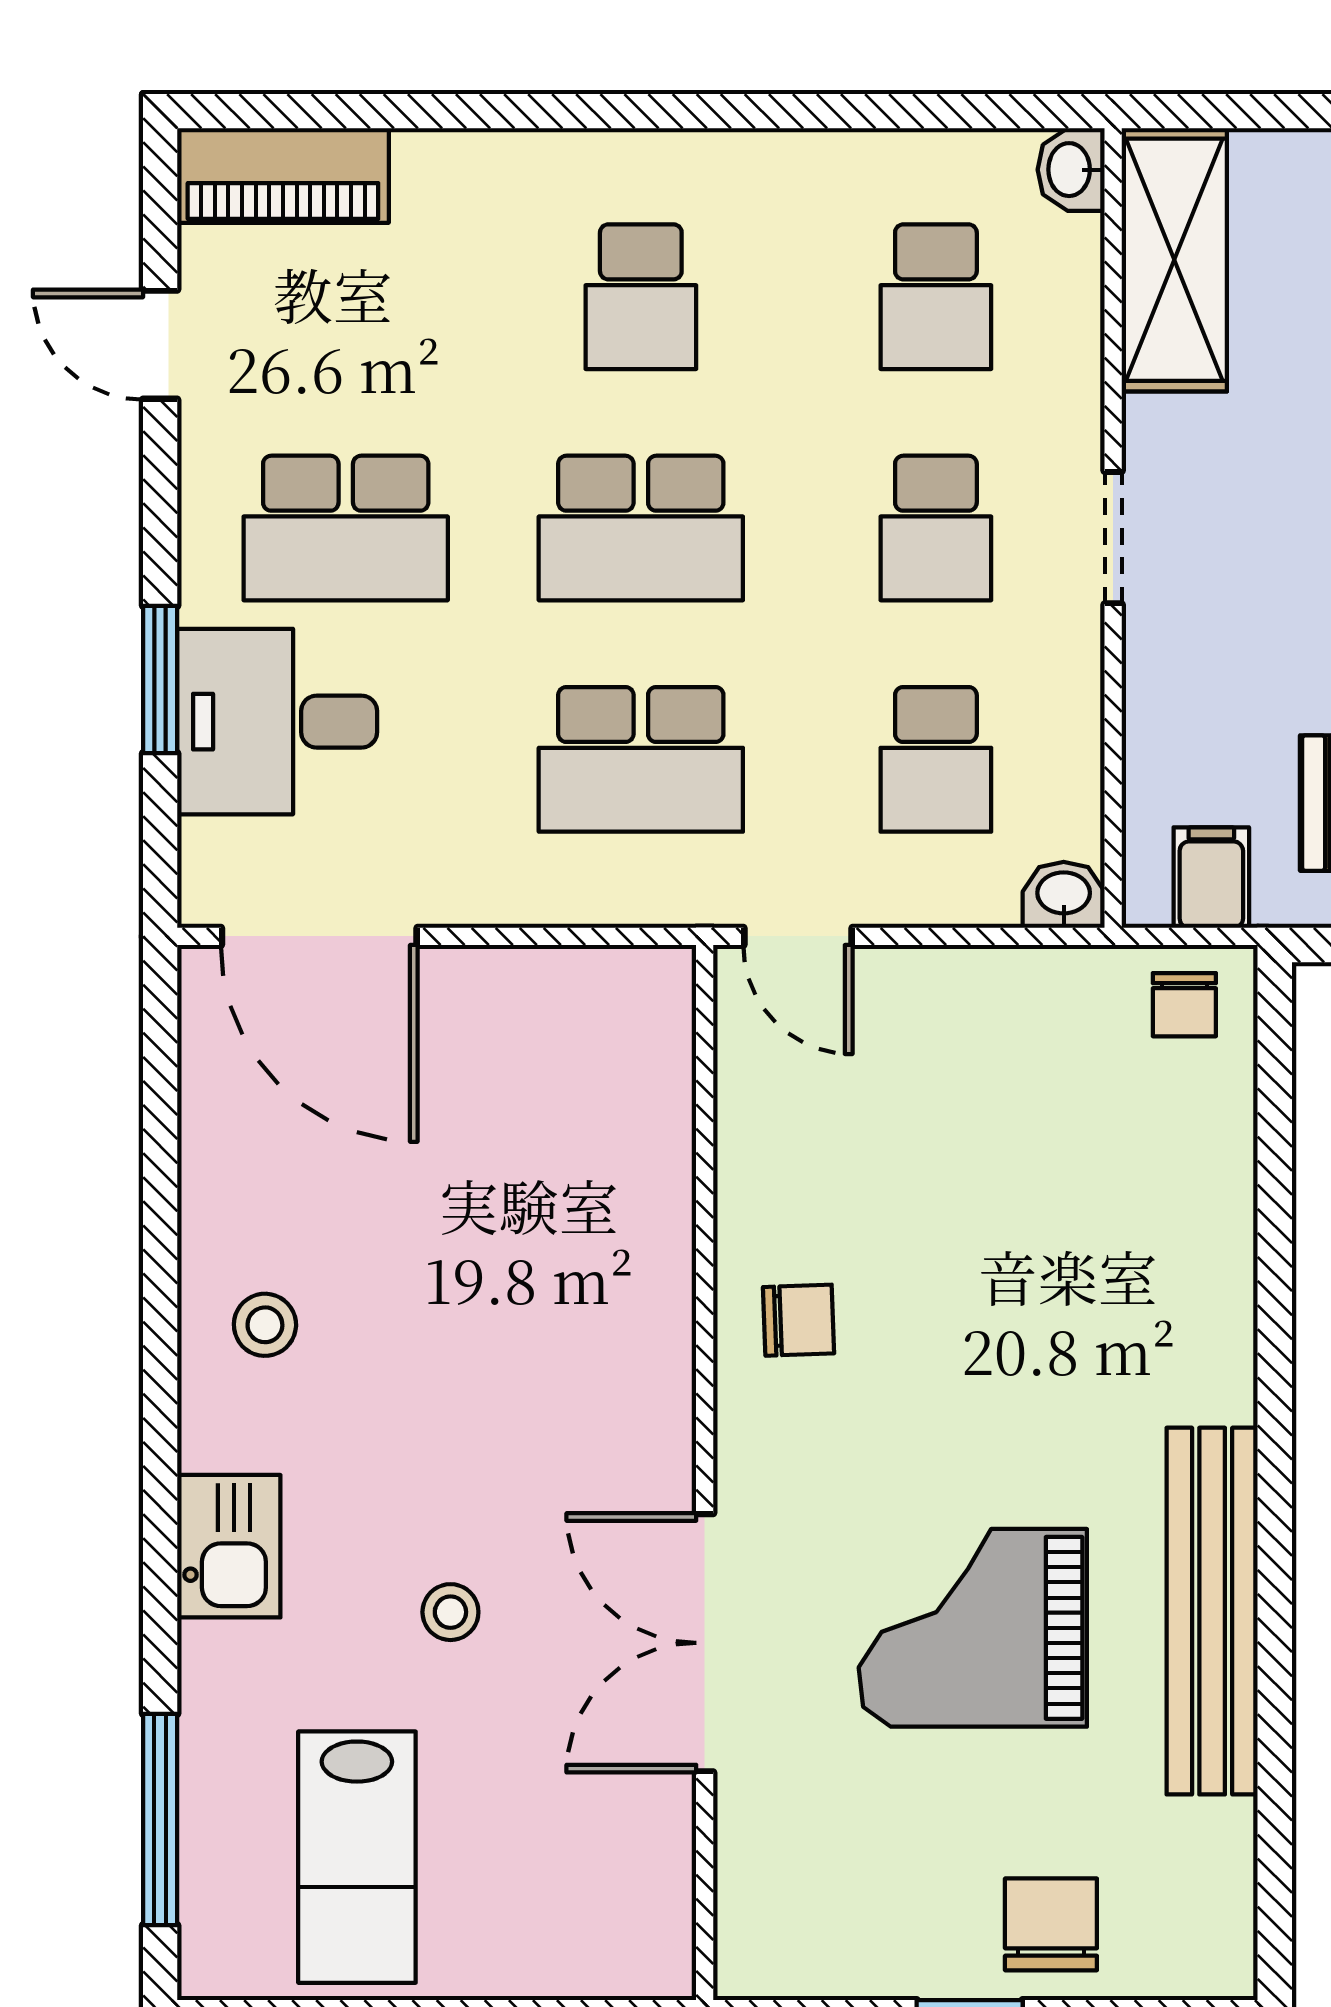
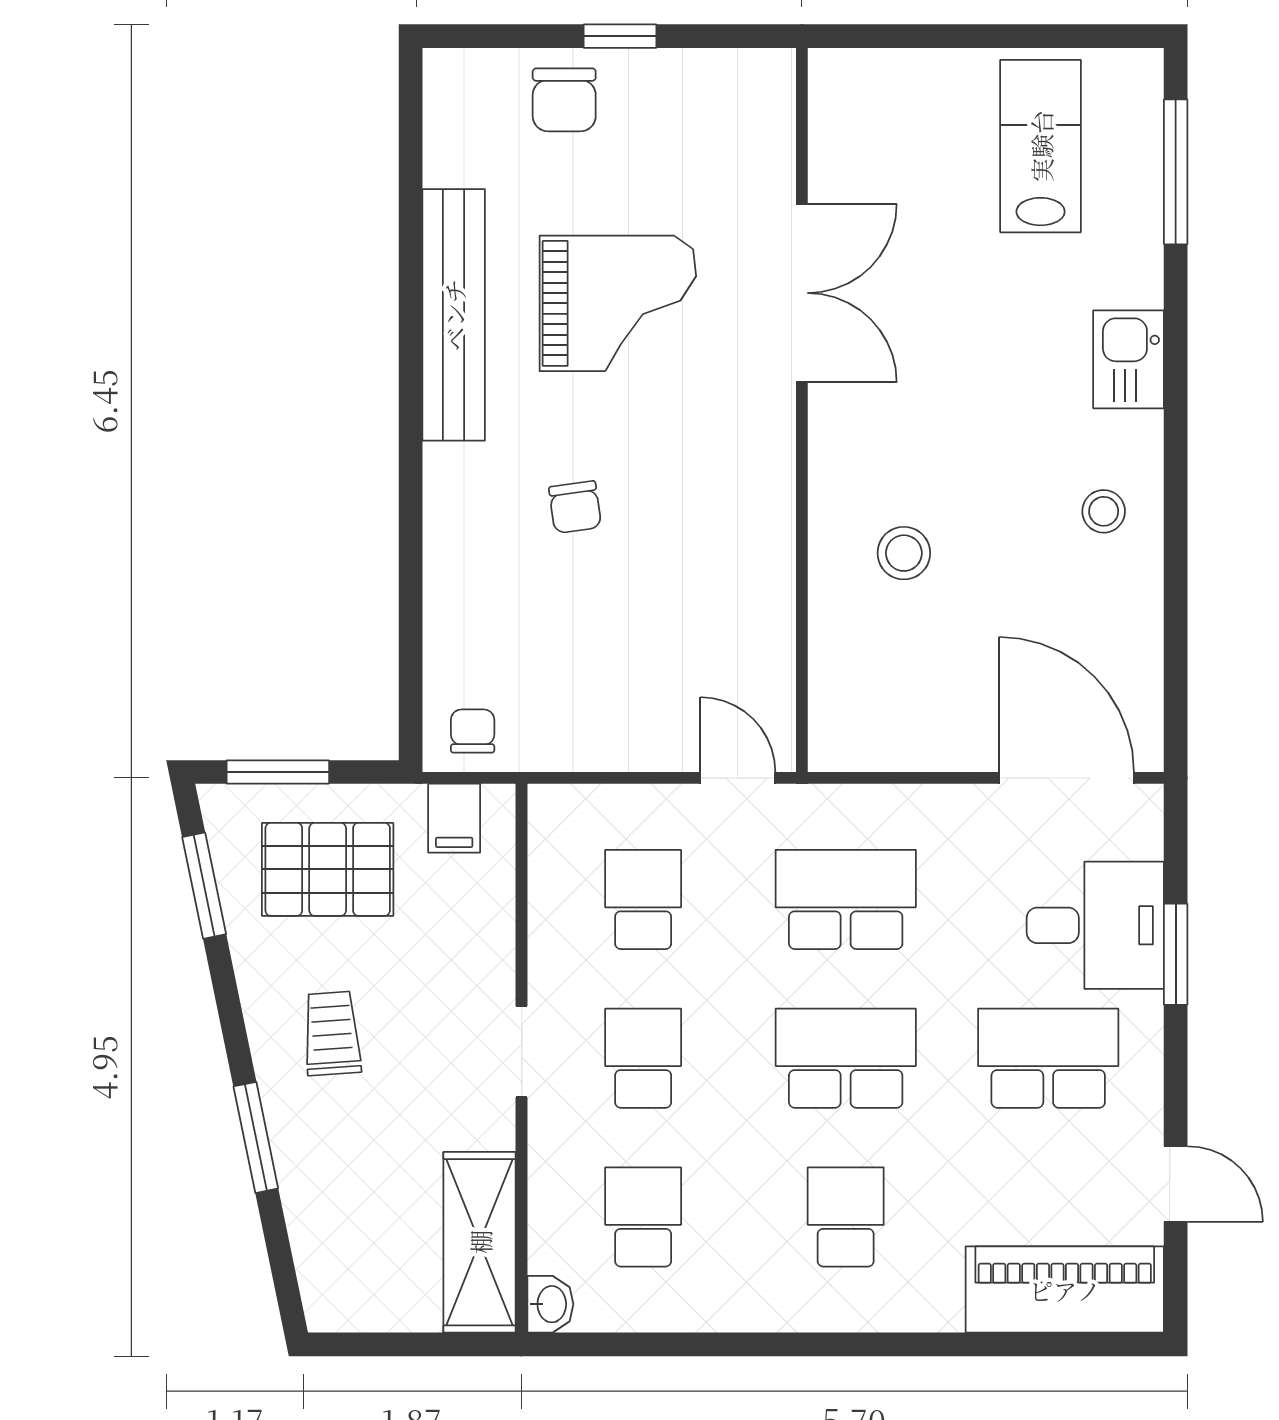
piano: (283, 175) -> (1065, 1290), width x1.37, depth x1.33
washbasin: (1064, 895) -> (555, 806), removed
chair: (799, 1320) -> (575, 507), moved, turned -96
stool: (450, 1612) -> (904, 553), moved, width x1.37, depth x1.37

